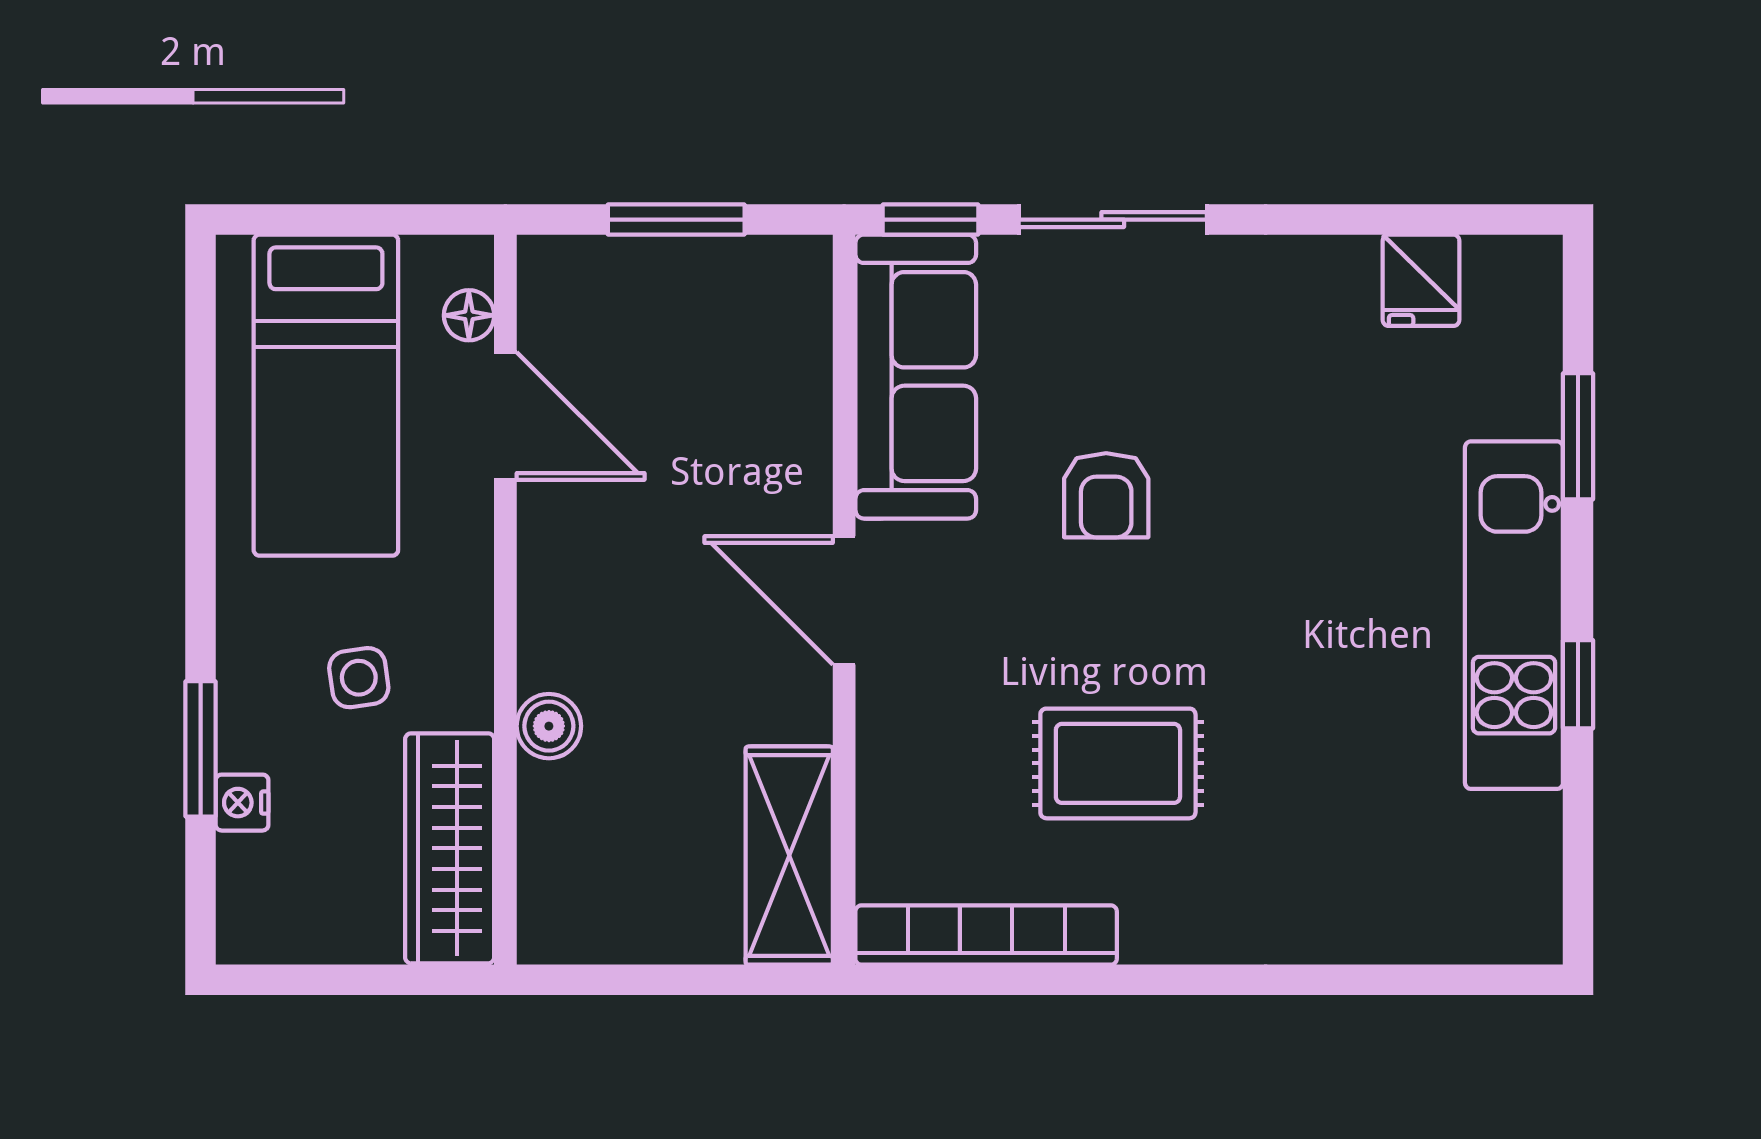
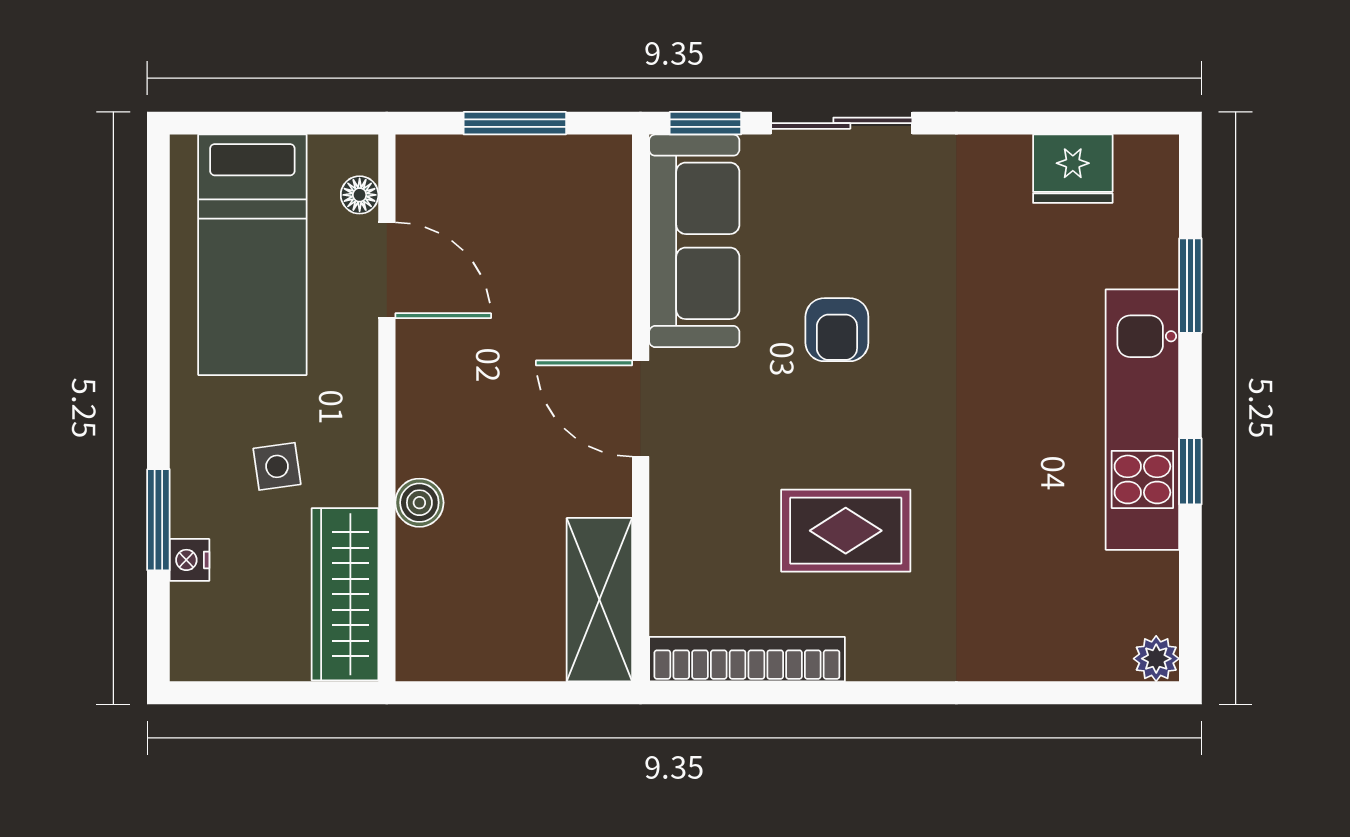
fridge: (1421, 280) -> (1073, 169), width x1.38
plant: (1532, 934) -> (1156, 659), added

